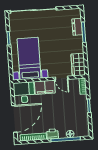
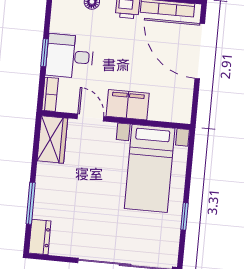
dresser: (77, 27) -> (40, 237), moved
desk: (24, 93) -> (70, 56), moved, turned 90
door: (14, 119) -> (200, 51), hinge flipped

